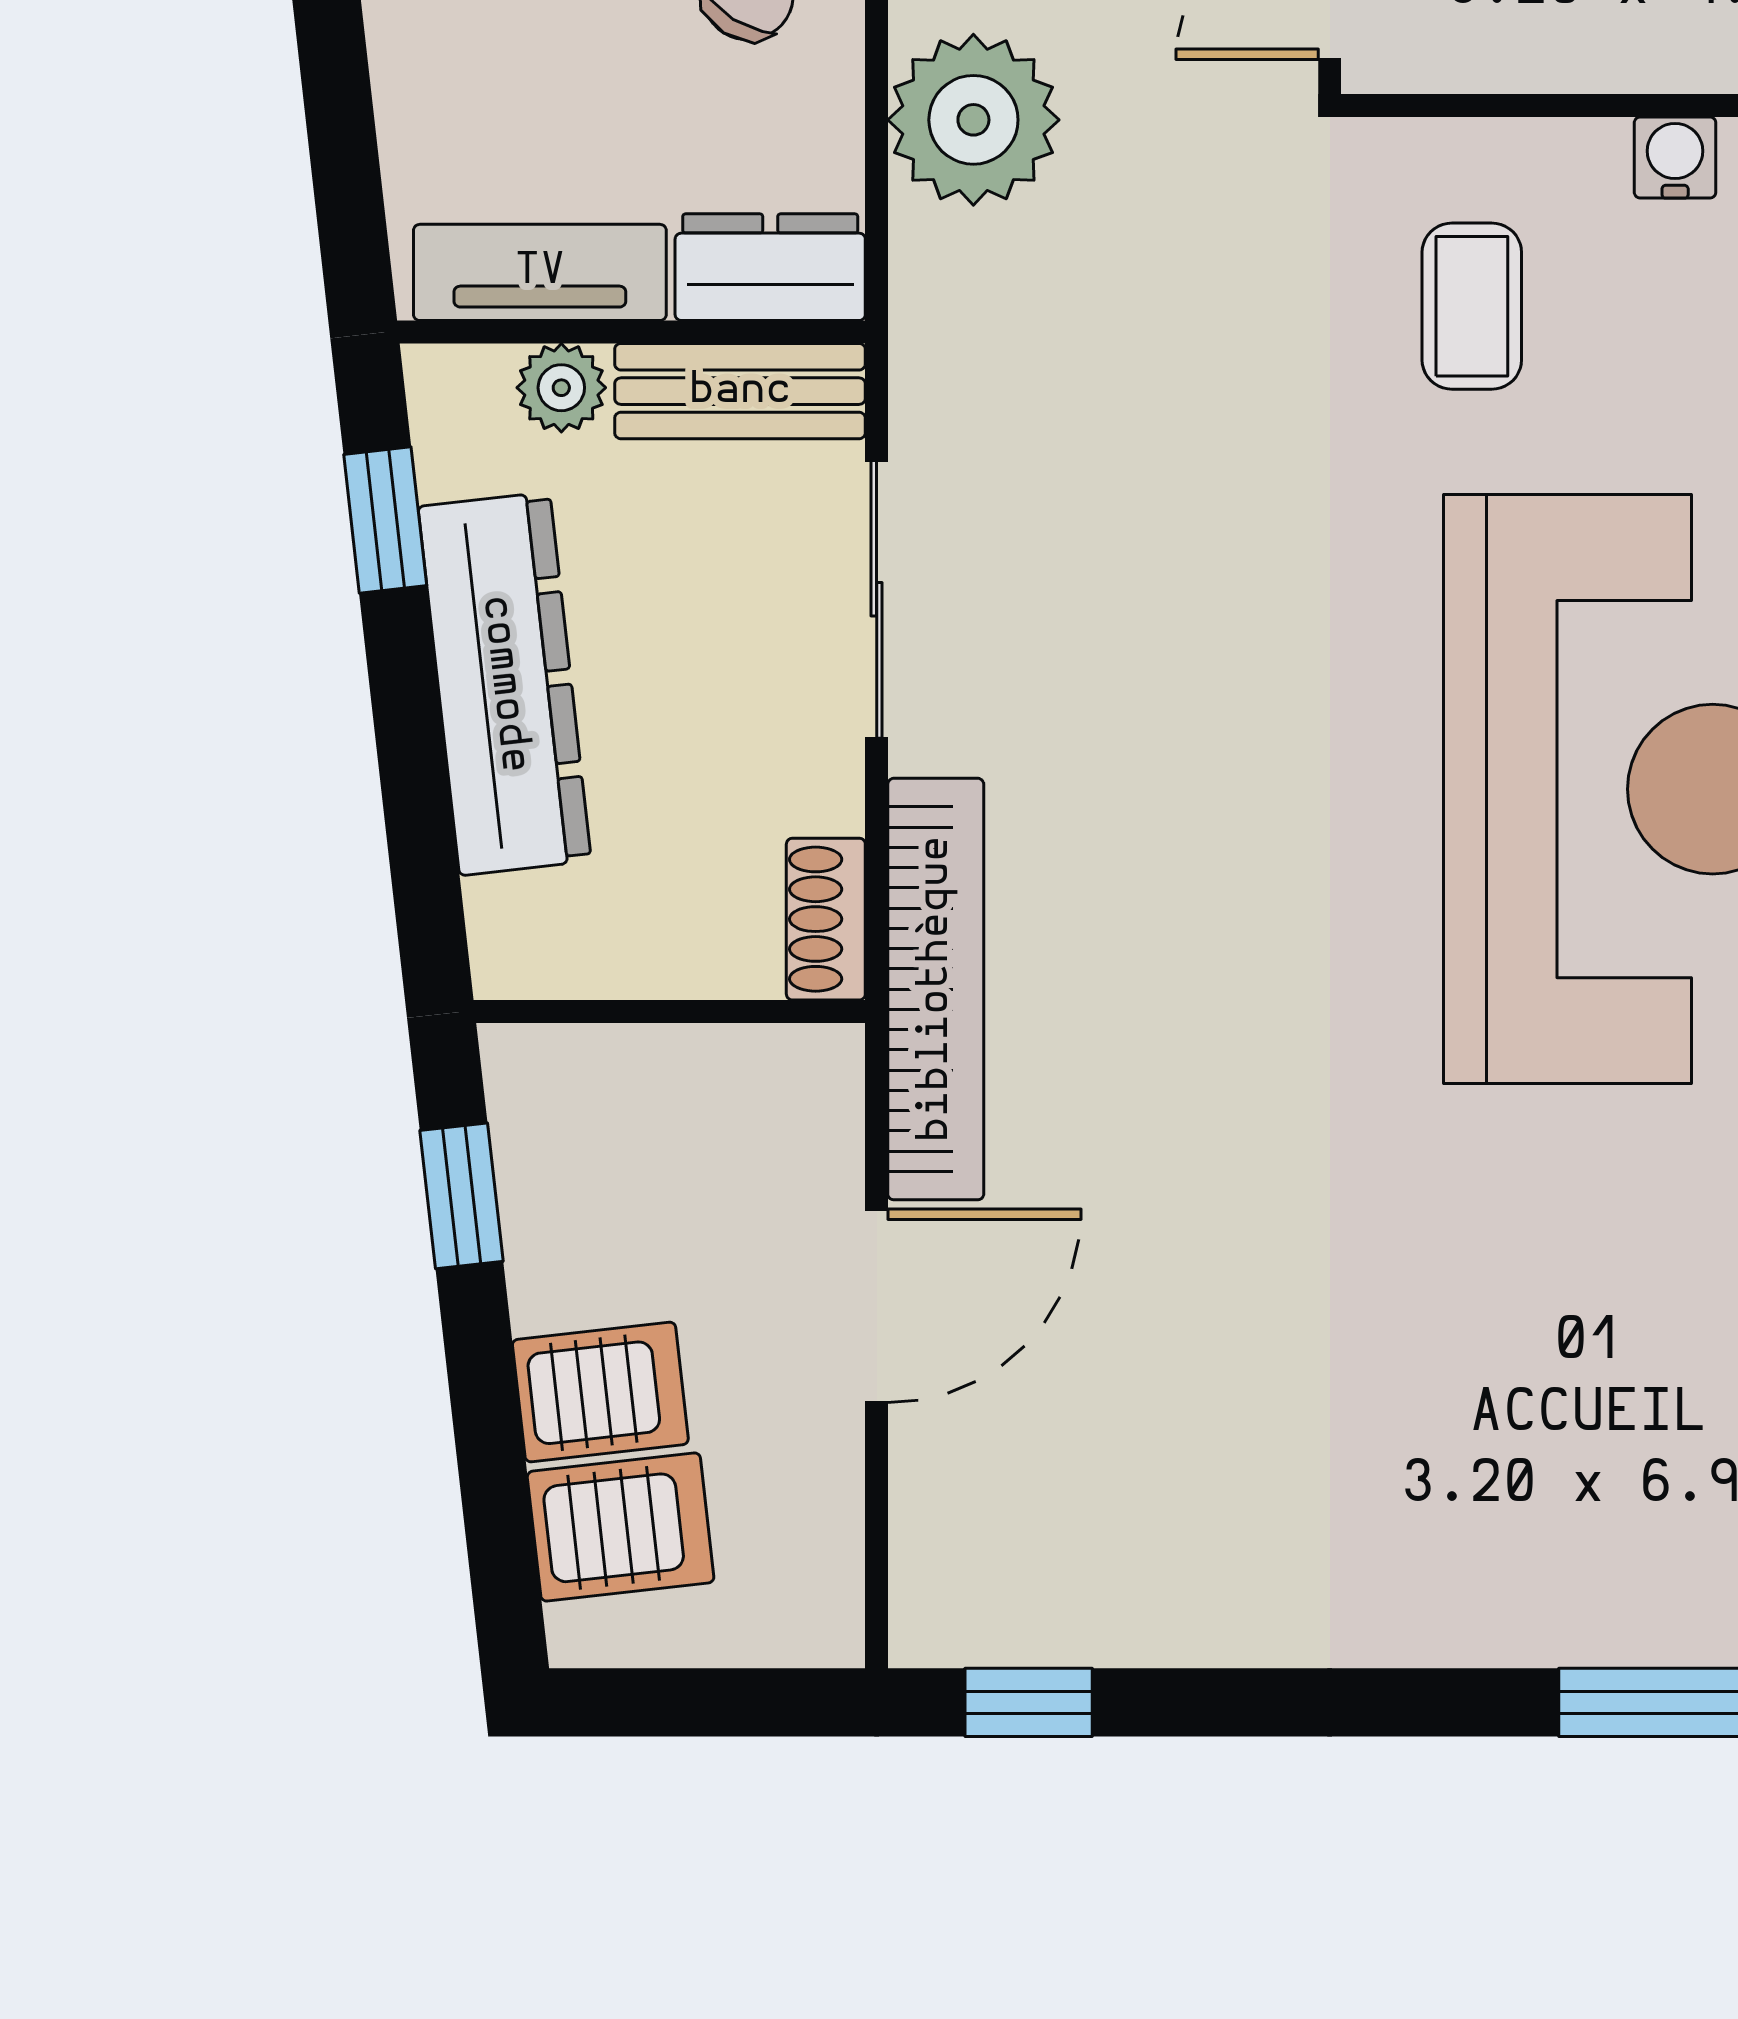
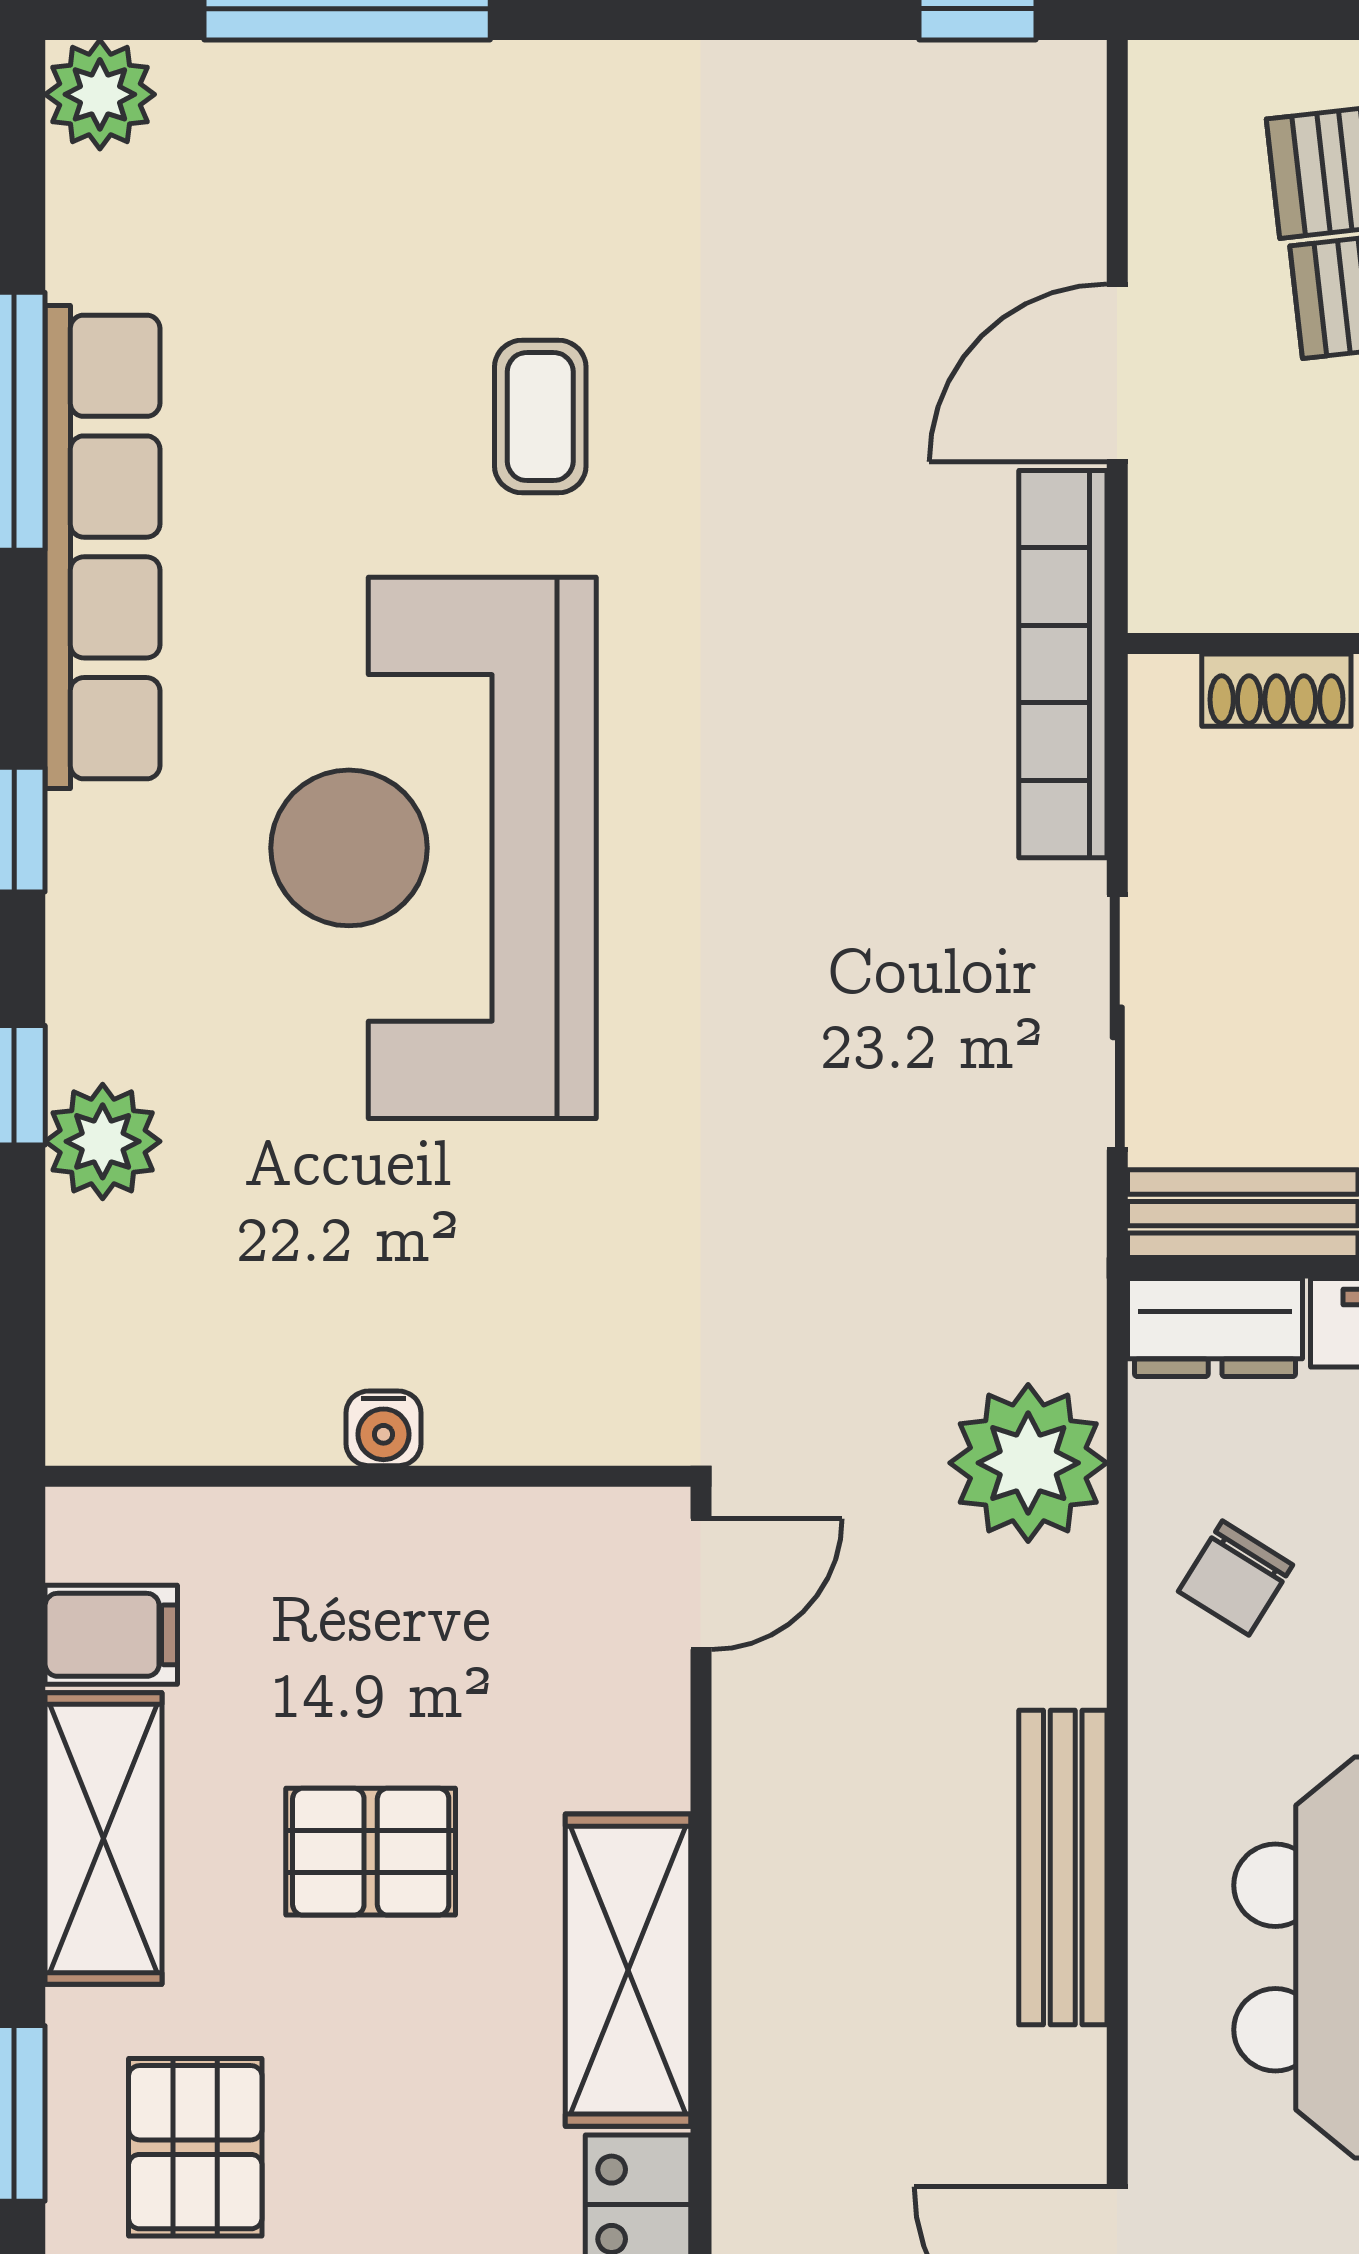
coffee table: (1472, 306) -> (540, 417), moved
shoe rack: (826, 919) -> (1276, 690), moved, turned 90

